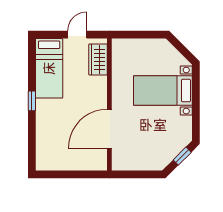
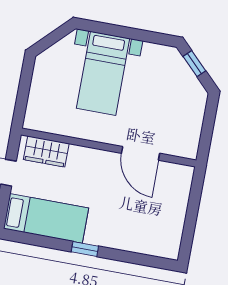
door: (109, 129) -> (140, 153), width x0.73

